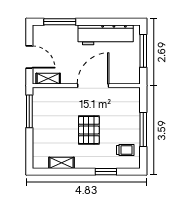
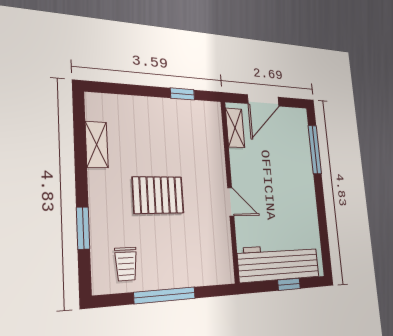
workbench: (106, 35) -> (279, 263), moved, turned 90
window: (143, 51) -> (289, 284), width x0.46
door: (93, 86) -> (231, 202), width x0.53
window: (29, 111) -> (182, 94), width x0.46

